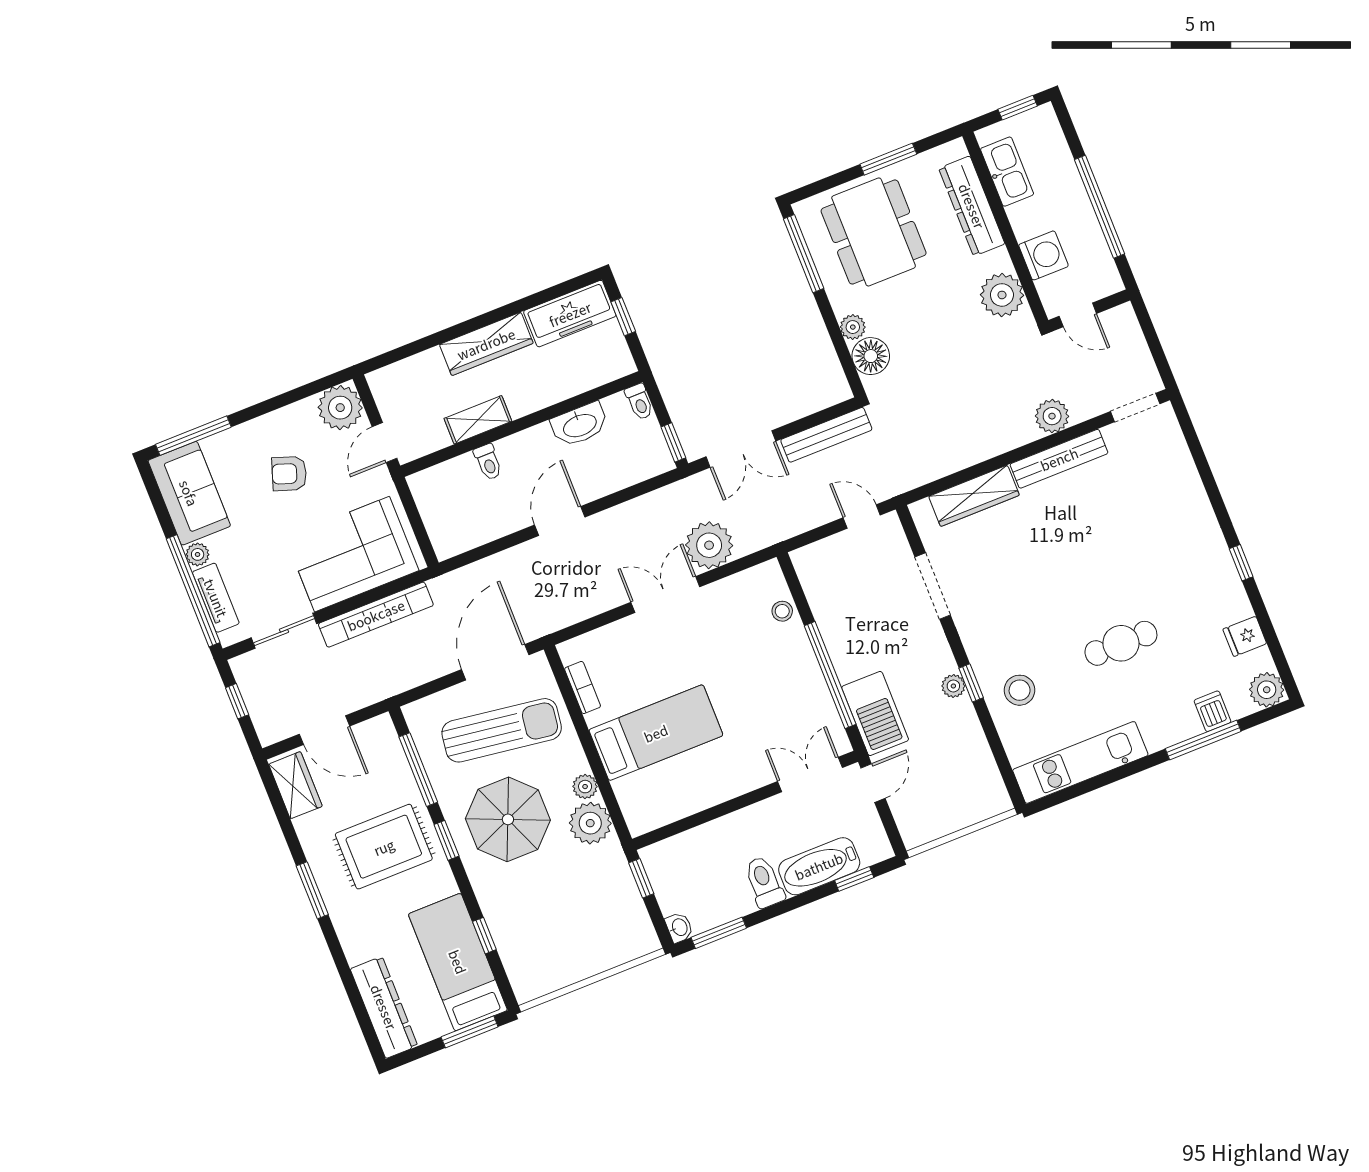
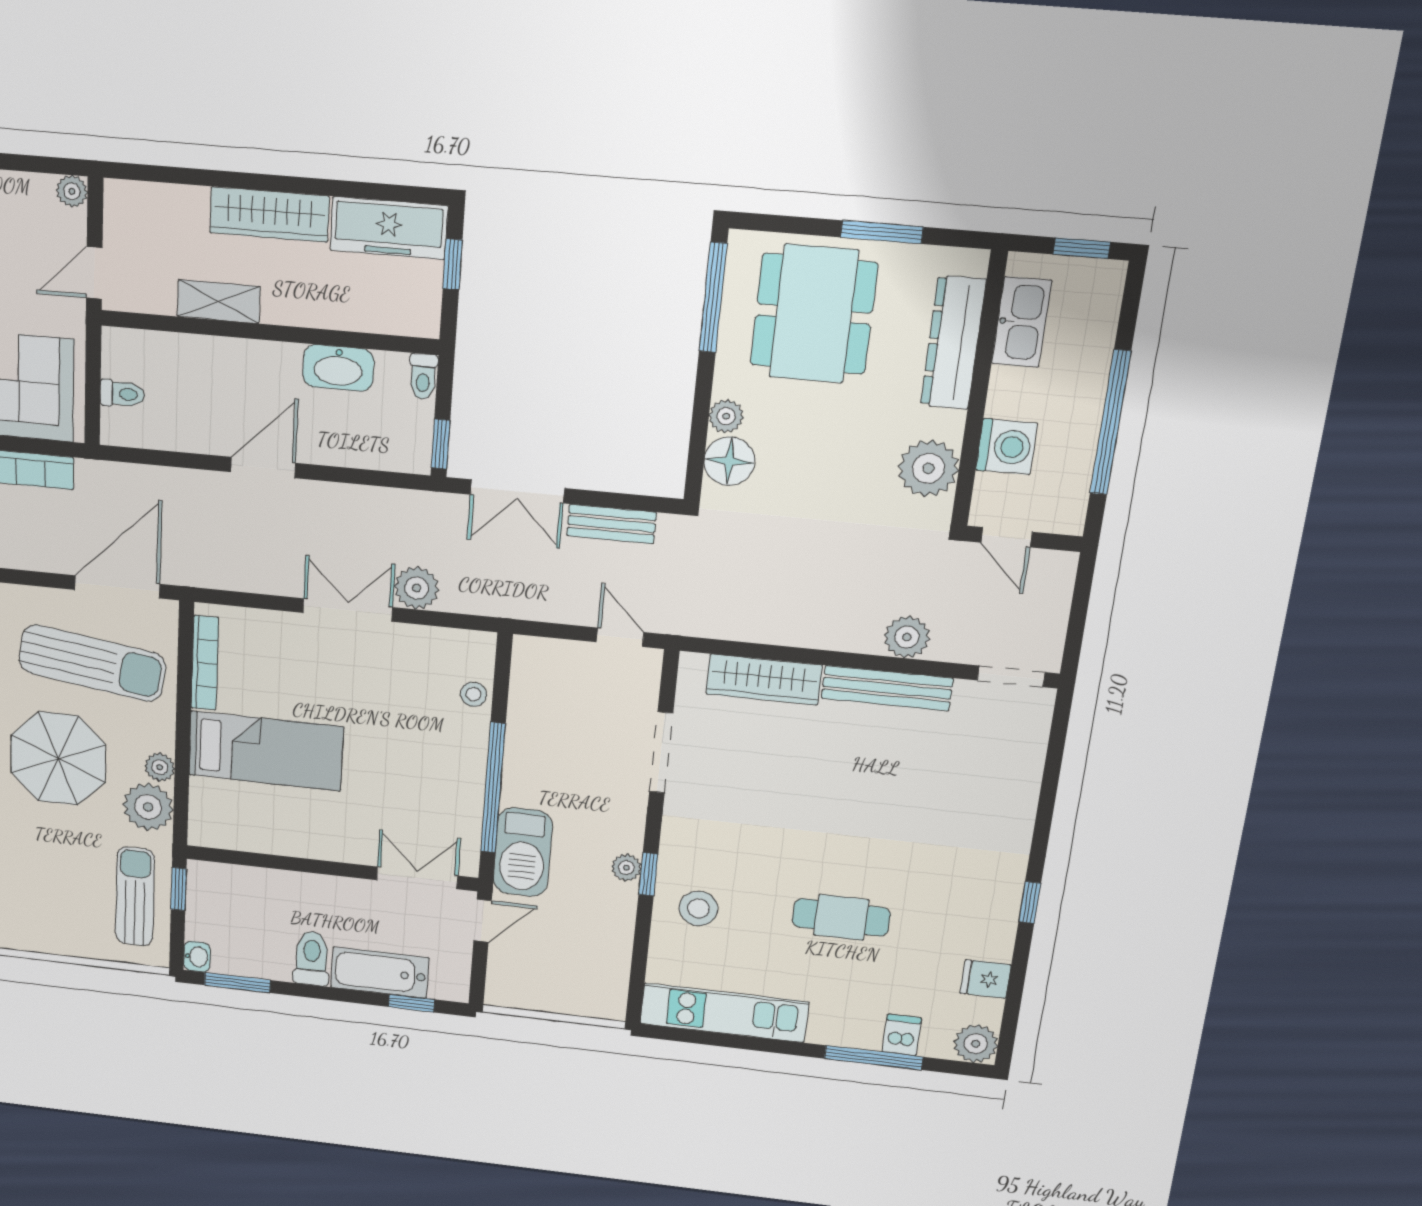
plant: (340, 408) -> (72, 191), width x0.53, depth x0.53
bench: (826, 435) -> (612, 524), width x0.73
toilet: (488, 462) -> (122, 394), moved, turned -90
plant: (709, 545) -> (417, 588), width x0.73, depth x0.73
bookcase: (583, 688) -> (205, 663), width x1.56
sun lounger: (612, 902) -> (135, 897), added

